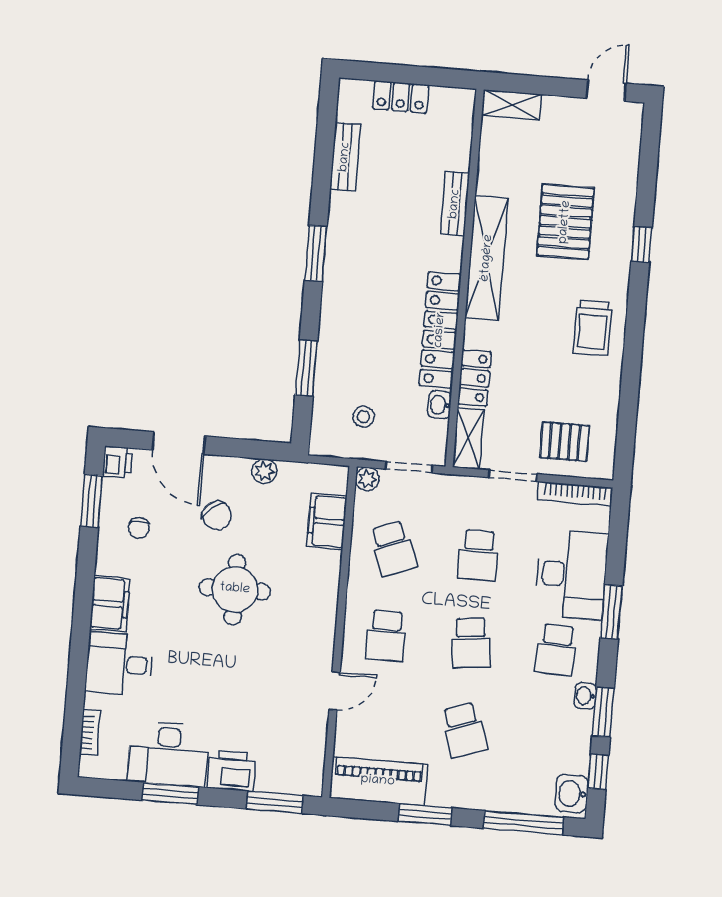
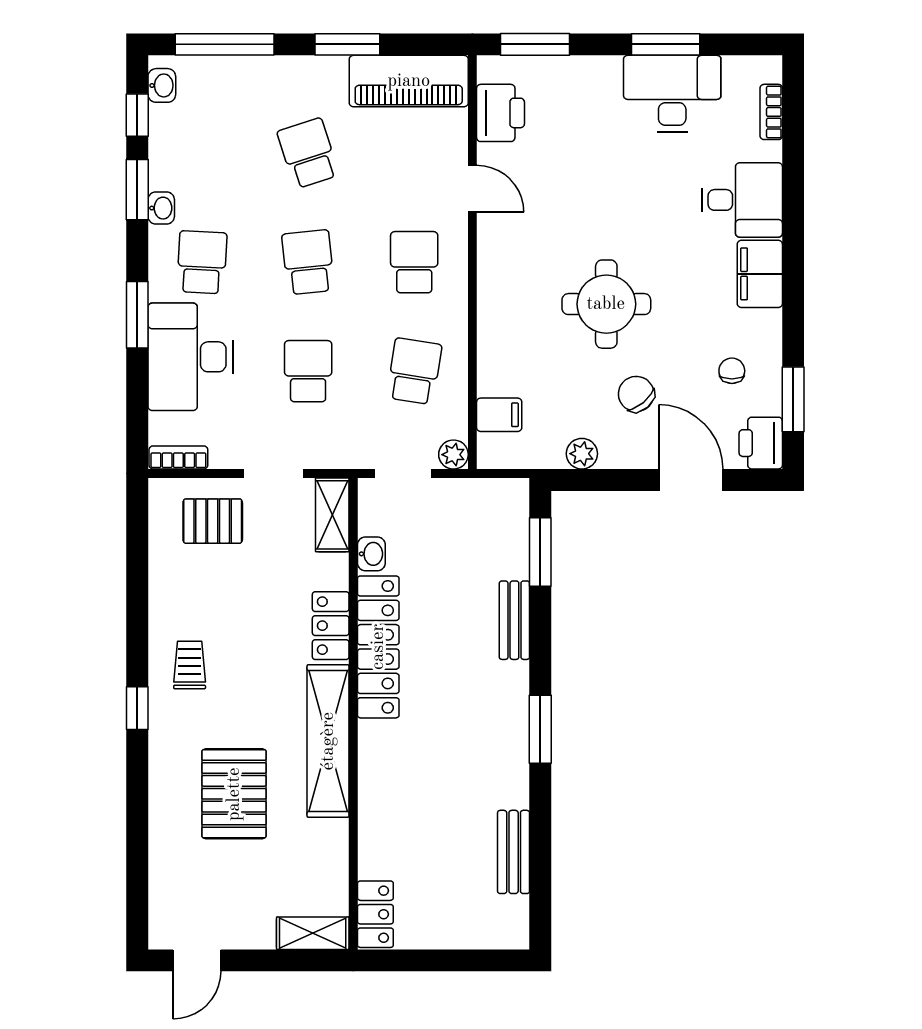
locker: (401, 97) -> (375, 914), moved, turned 90
bench: (455, 204) -> (514, 620), moved
window: (642, 245) -> (137, 708), moved
trolley: (593, 328) -> (190, 665), width x0.73, depth x0.72
window: (306, 368) -> (540, 552), moved
locker: (475, 378) -> (331, 626), moved
stool: (363, 417) -> (465, 531), removed
printer: (117, 462) -> (761, 443), width x1.36, depth x1.24
bookcase: (575, 494) -> (178, 457), width x0.64
filing cabinet: (327, 521) -> (499, 415), width x0.50
school desk: (393, 548) -> (414, 371), turned 30
door: (335, 691) -> (472, 189), swing flipped
printer: (232, 771) -> (501, 113), moved, turned -90
washbasin: (572, 794) -> (162, 85), width x0.72, depth x0.69

